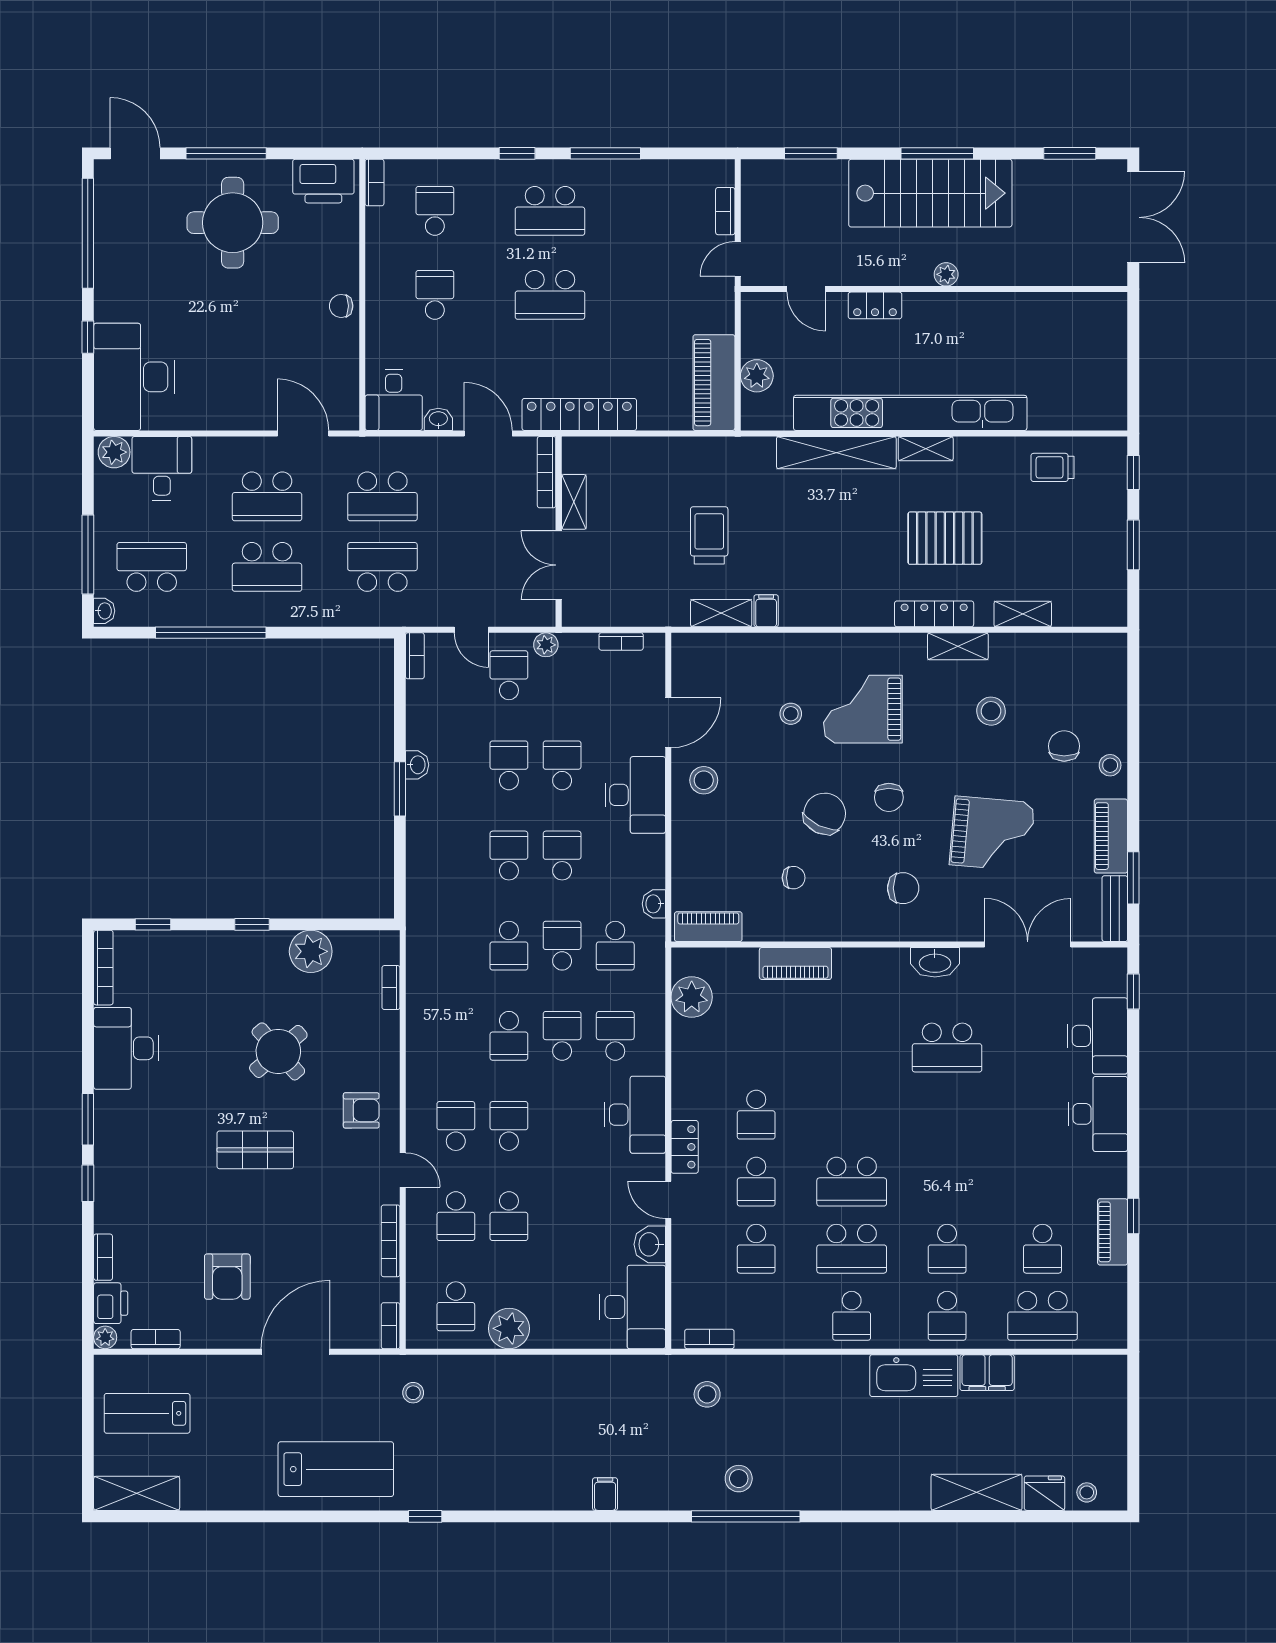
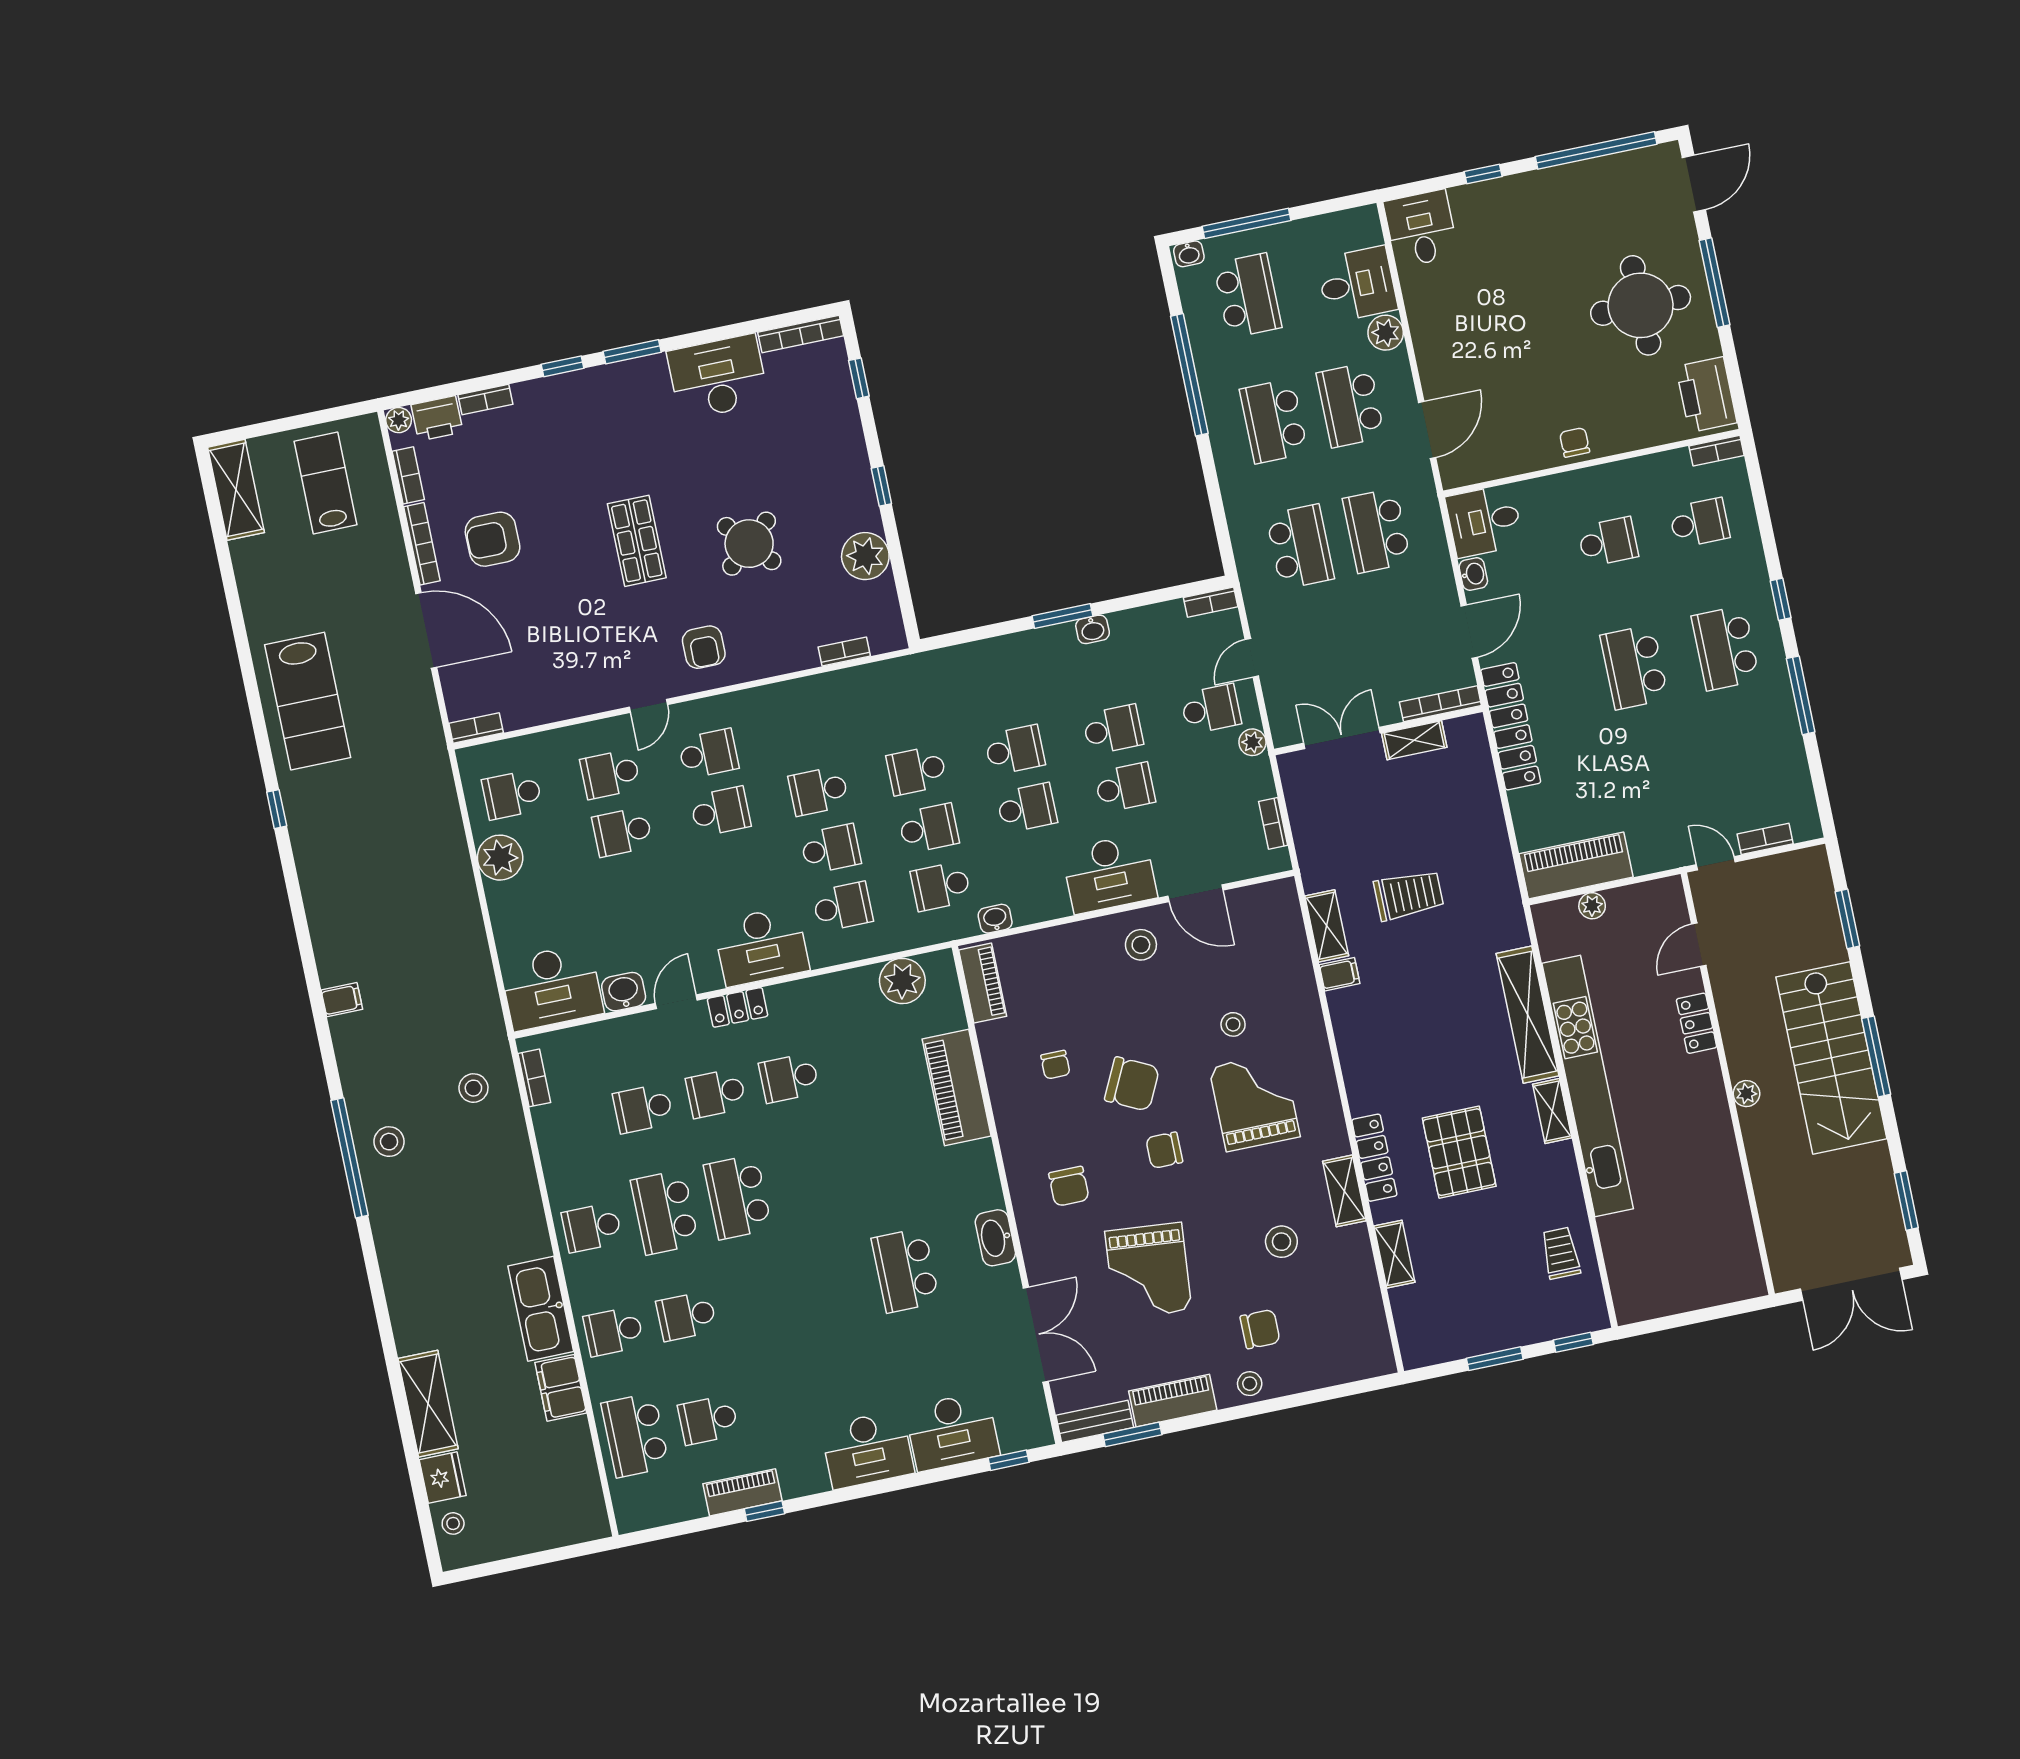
plant: (757, 376) -> (1592, 906), width x0.73, depth x0.73
desk: (134, 377) -> (1421, 229), width x0.53, depth x0.77
plant: (114, 452) -> (1386, 333), moved
piano: (795, 964) -> (957, 1087), width x1.37, depth x1.33
bookcase: (391, 1241) -> (422, 544), moved, turned 90
stool: (413, 1393) -> (408, 768), removed

